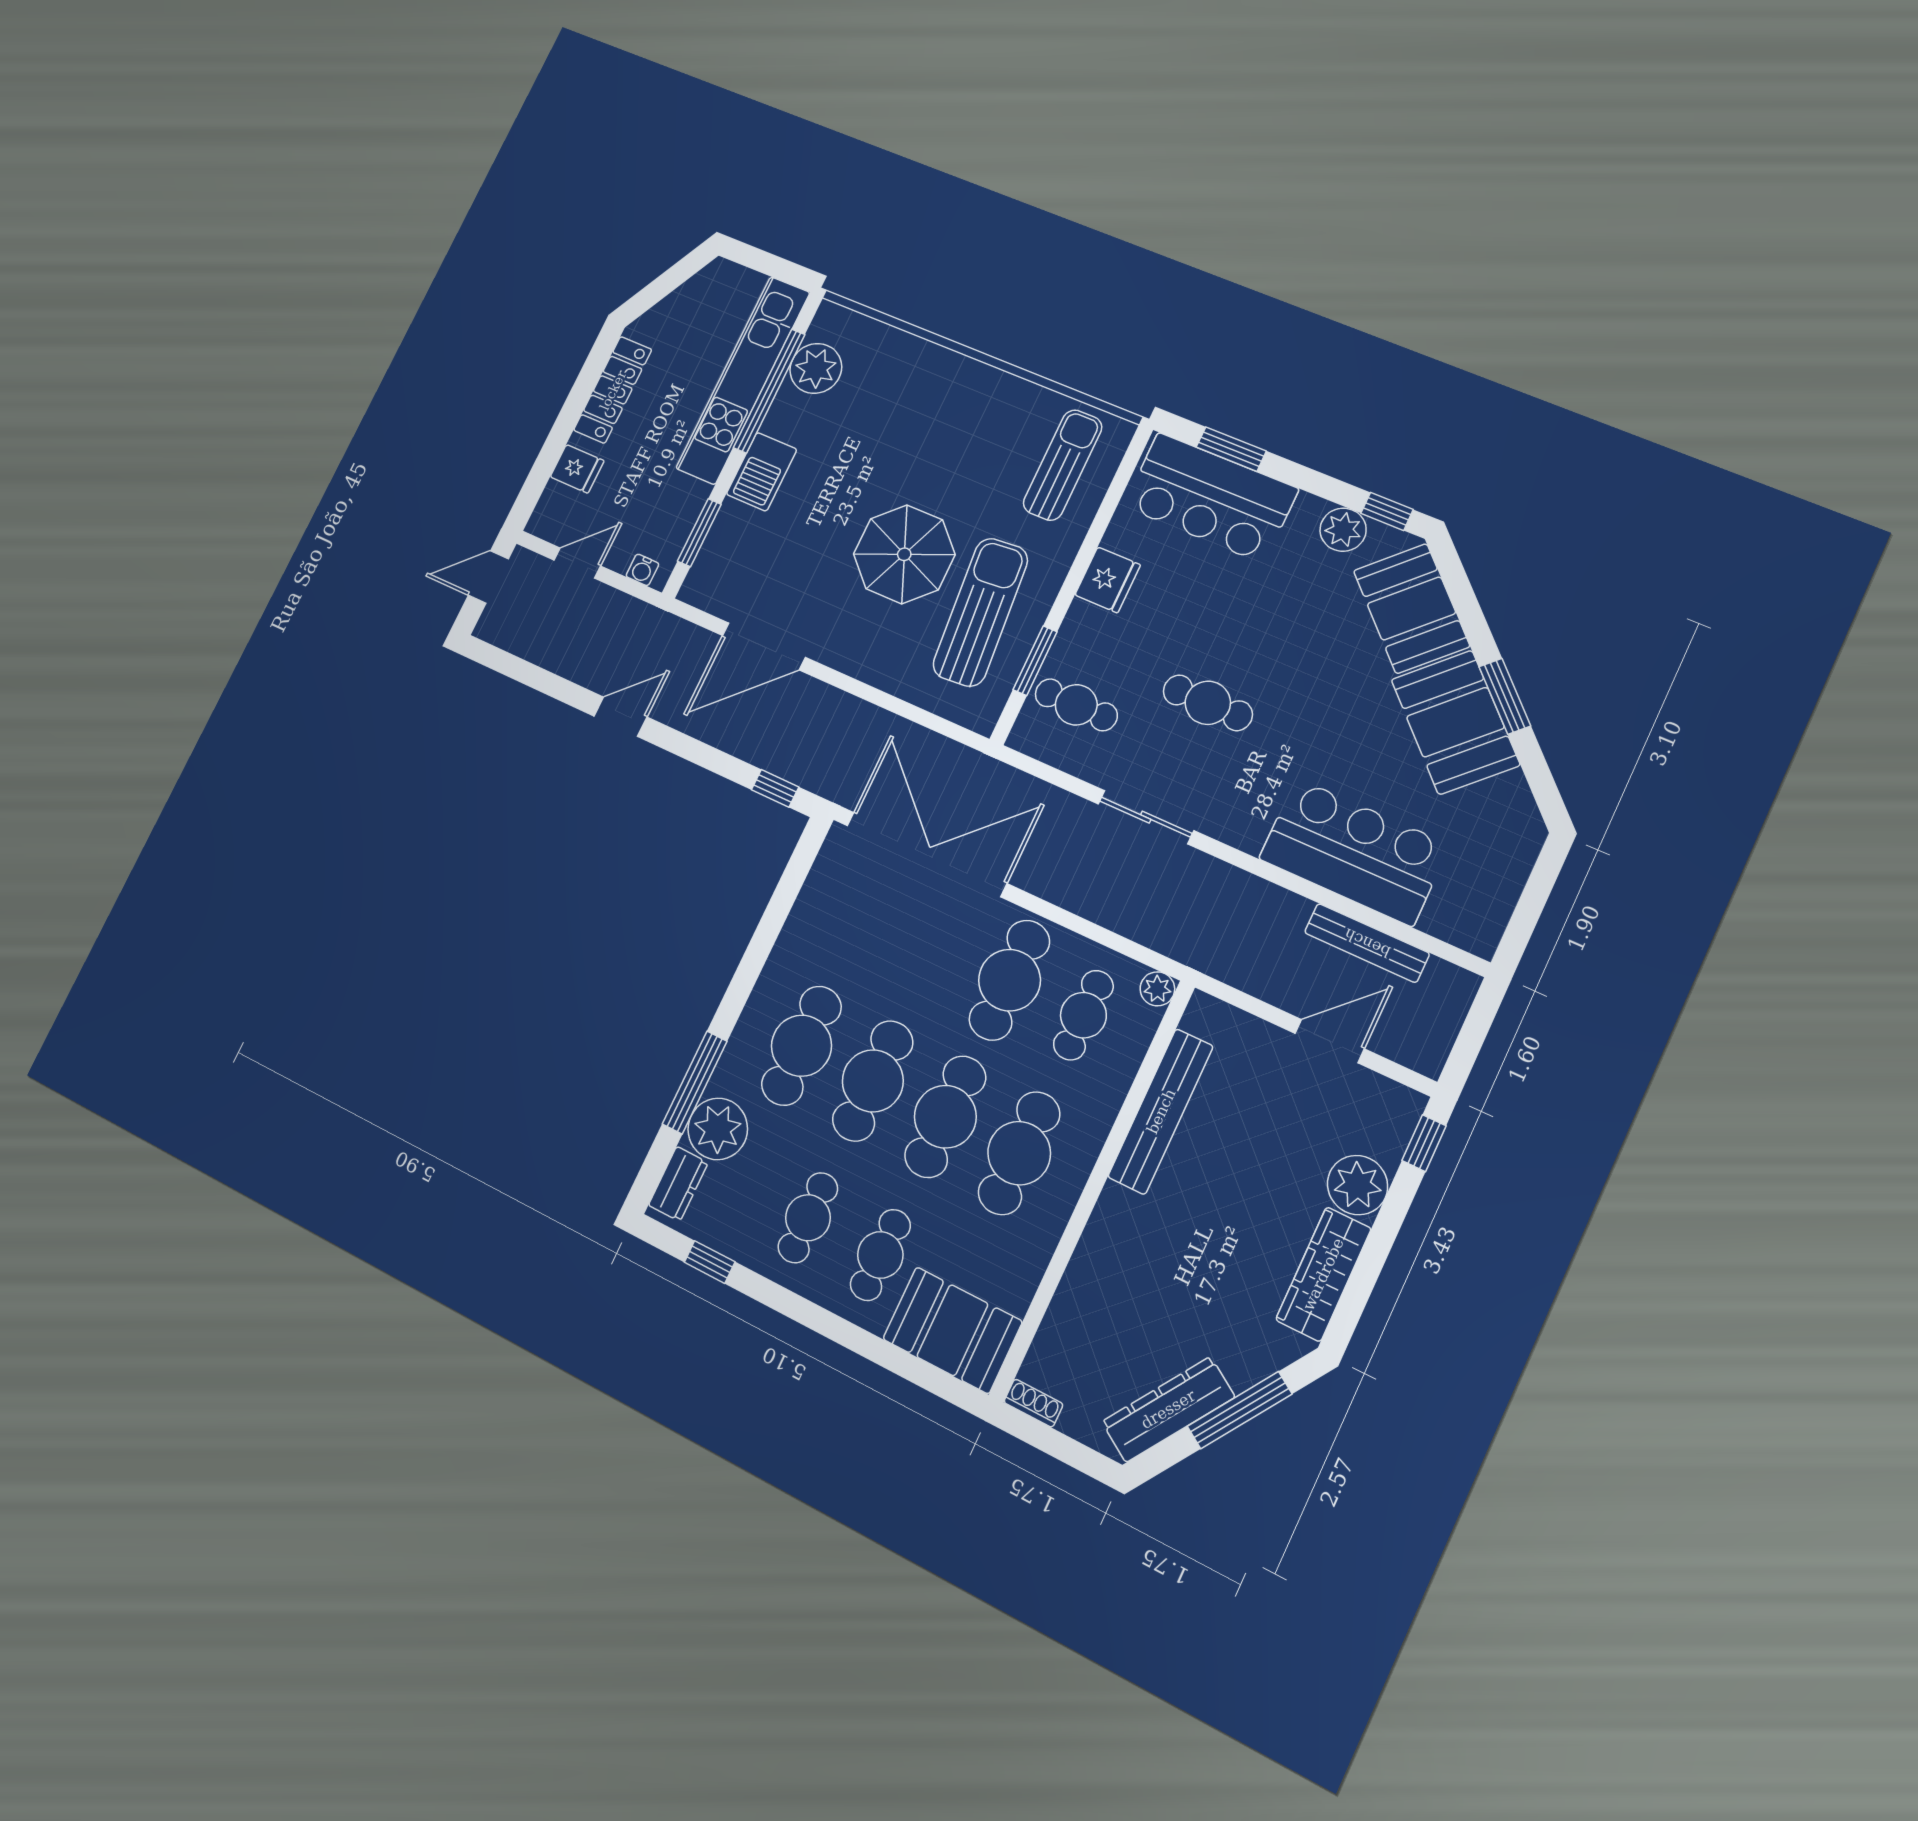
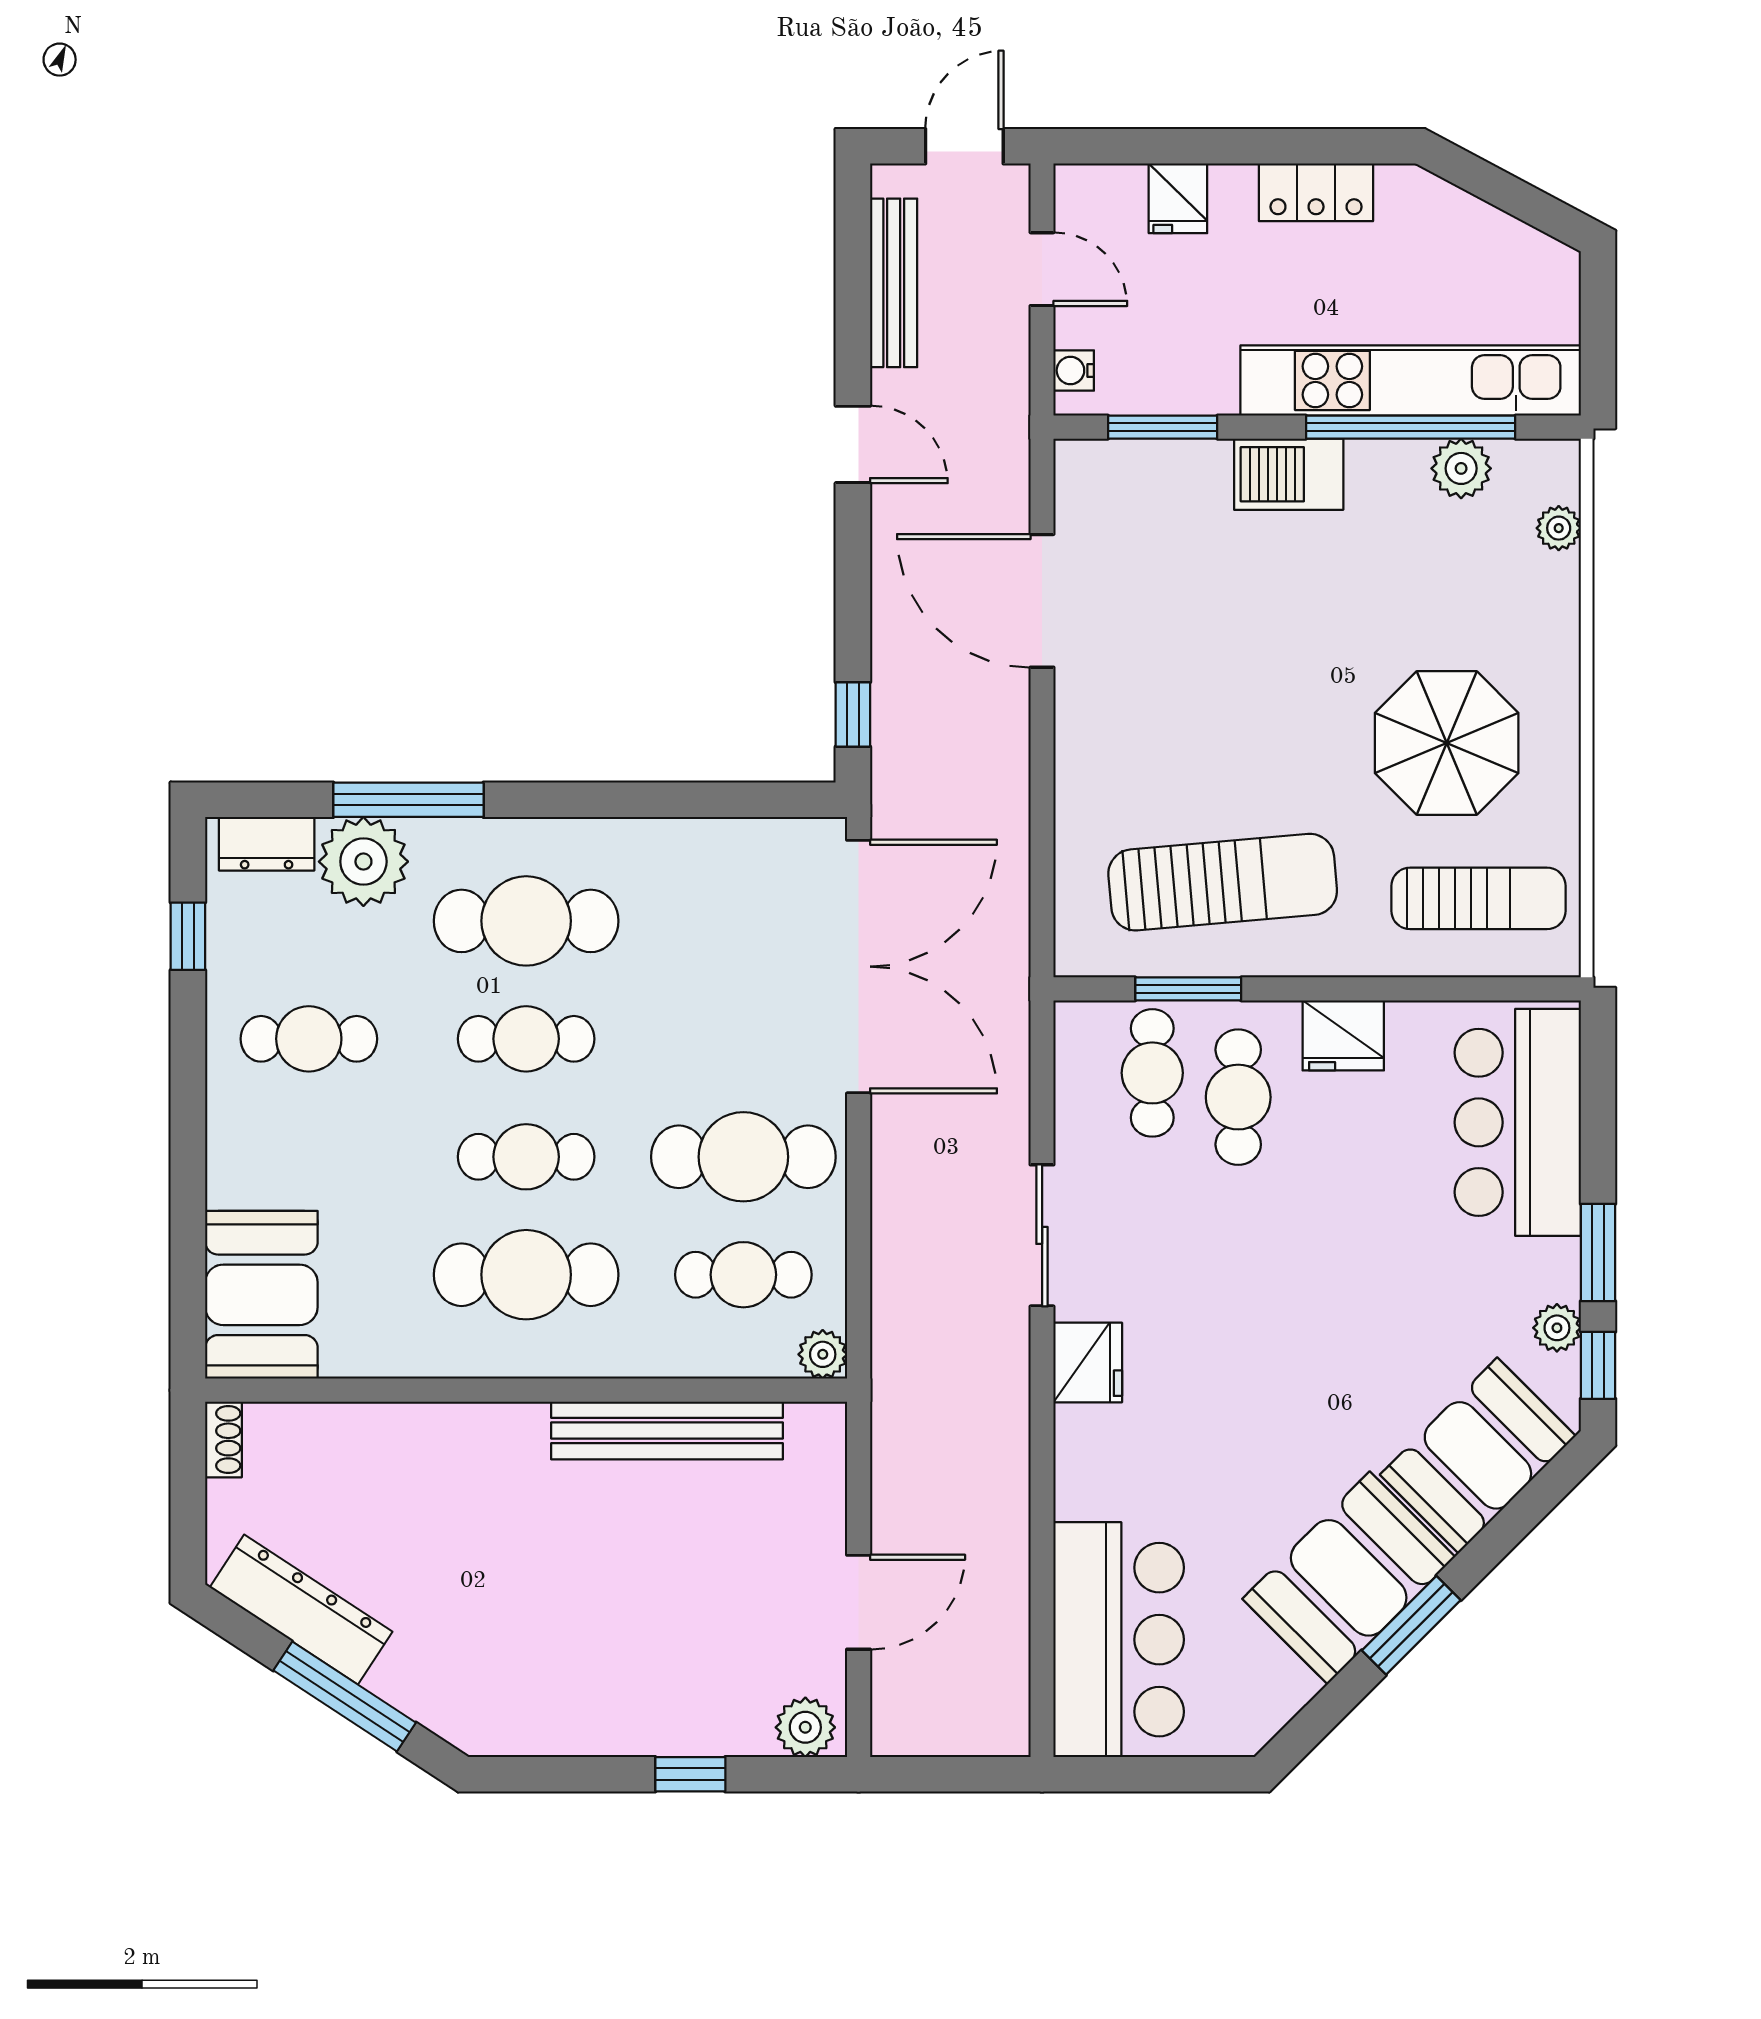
plant: (868, 330) -> (1559, 528), added
plant: (816, 368) -> (1461, 468), width x0.73, depth x0.73
locker: (613, 390) -> (1316, 192), width x0.66
window: (1231, 449) -> (1598, 1252), moved
plant: (1343, 530) -> (1557, 1328), width x0.73, depth x0.73
parasol: (904, 554) -> (1447, 743), moved
door: (488, 577) -> (964, 146), hinge flipped
cafe table: (1208, 703) -> (1238, 1097), moved
fridge: (1240, 825) -> (1088, 1362), added
bar counter: (1354, 852) -> (1119, 1640), moved
bench: (1367, 943) -> (894, 283), moved
door: (1330, 1041) -> (859, 1602), hinge flipped
cafe table: (873, 1081) -> (526, 1039), width x0.73, depth x0.74
cafe table: (945, 1117) -> (526, 1157), width x0.73, depth x0.74
window: (1424, 1143) -> (690, 1774), moved
plant: (1357, 1185) -> (805, 1727), moved, width x0.73, depth x0.73
cafe table: (880, 1255) -> (309, 1157), removed
wardrobe: (1323, 1274) -> (562, 1724), removed

